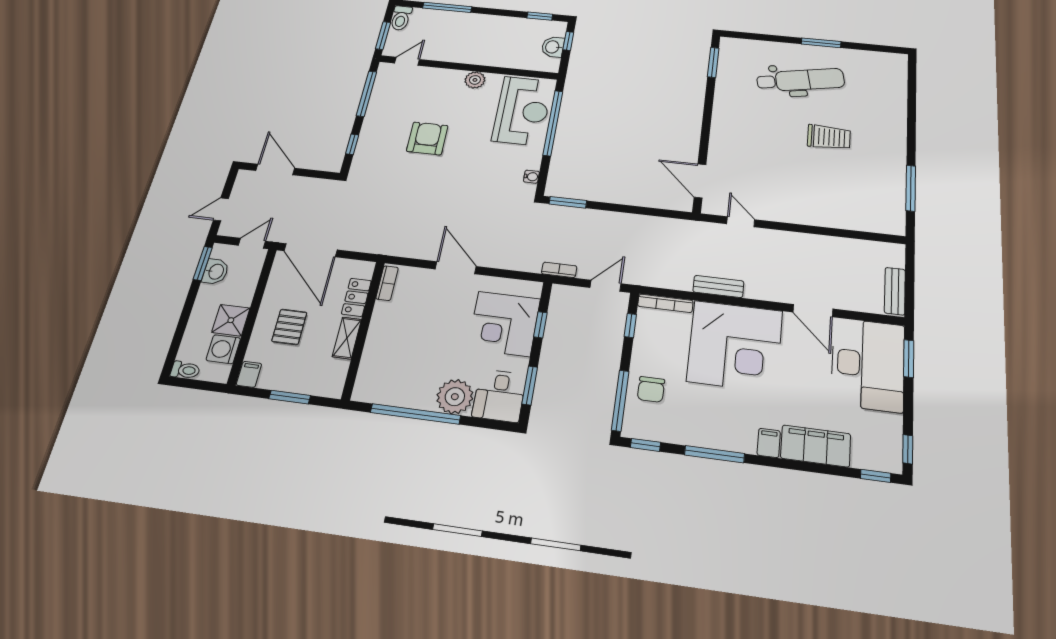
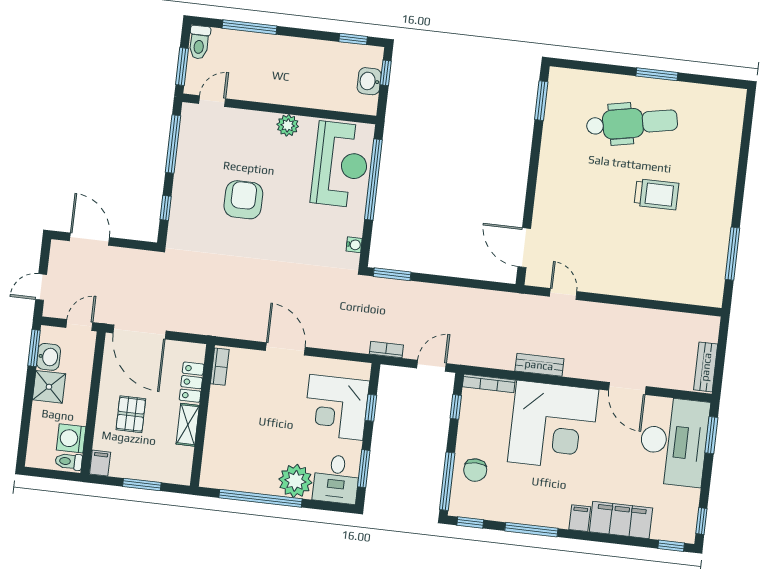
shower: (231, 320) -> (49, 387), moved
toilet: (185, 370) -> (69, 461), moved, turned 180

